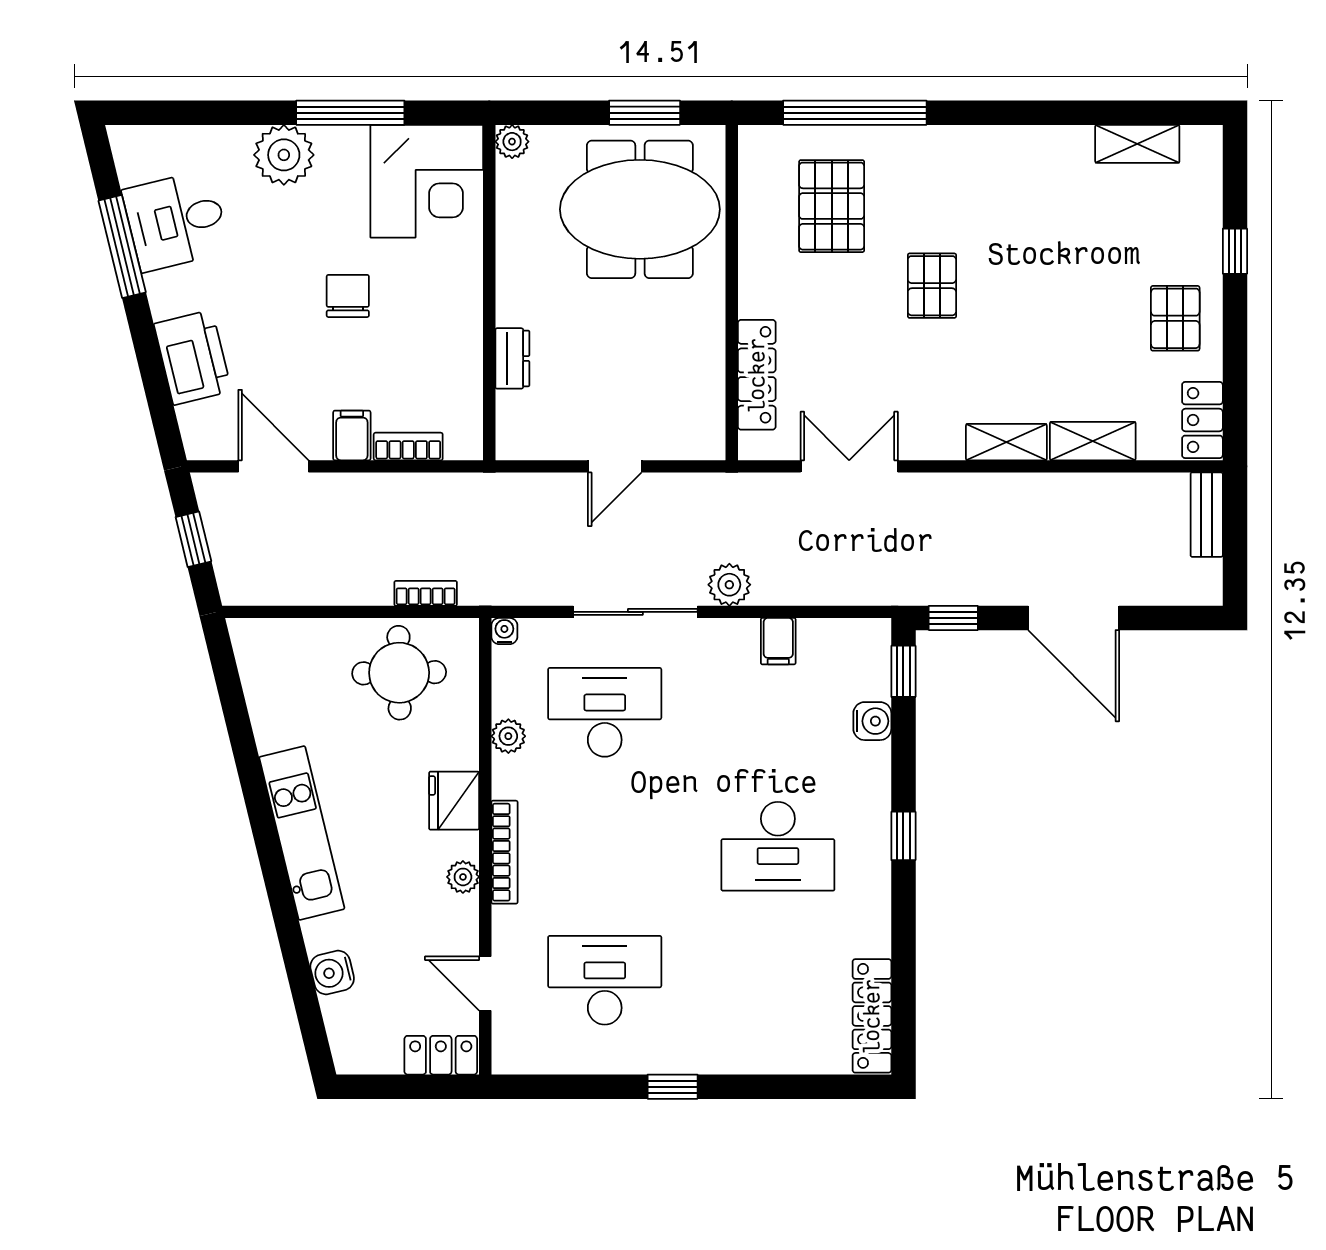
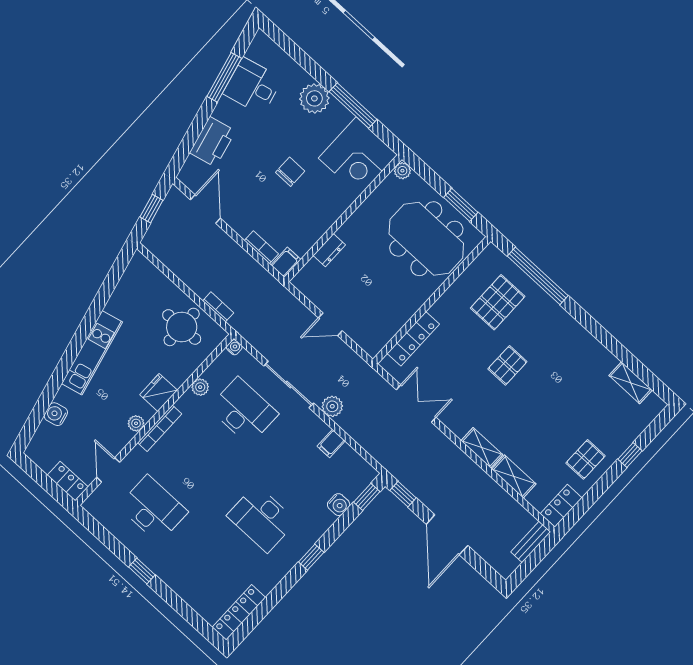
filing cabinet: (352, 435) -> (286, 262), moved

